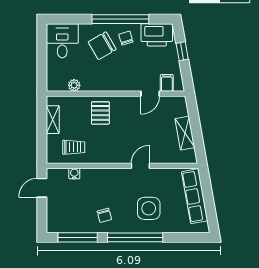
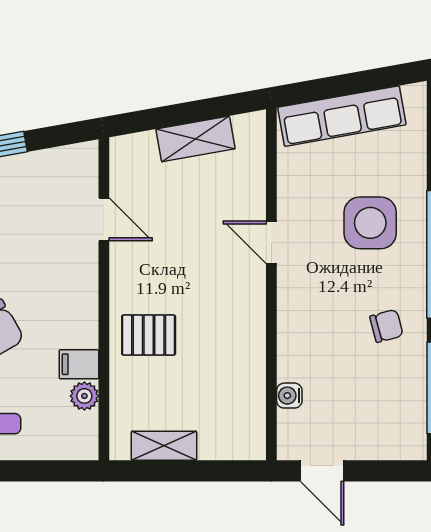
filing cabinet: (167, 83) -> (79, 364), moved
trolley: (74, 147) -> (228, 397), removed

